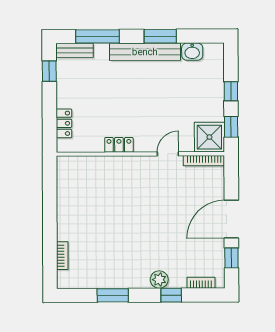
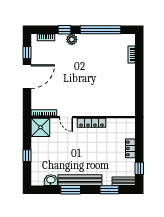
window: (97, 36) -> (109, 190), width x0.69
locker: (64, 123) -> (130, 148), moved
window: (231, 127) -> (27, 134), removed
locker: (119, 145) -> (92, 123), width x1.53
door: (168, 154) -> (66, 117), hinge flipped
window: (113, 295) -> (101, 30), width x2.11

